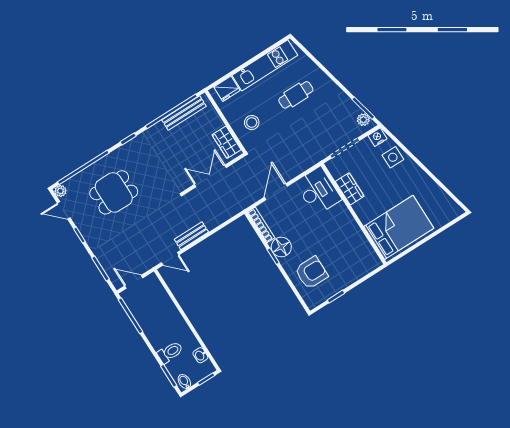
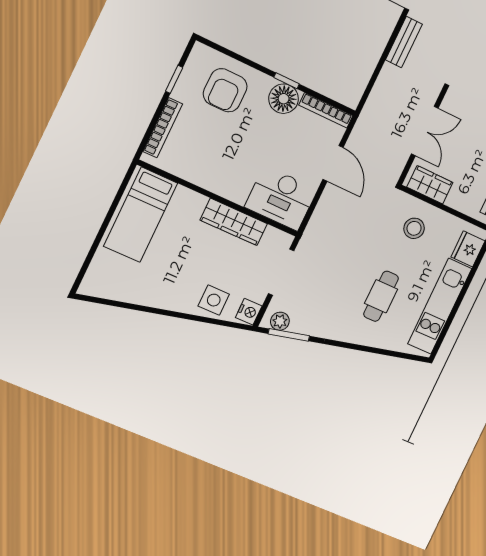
wardrobe: (350, 189) -> (234, 222), width x1.50
bed: (399, 227) -> (141, 215), width x0.67
bookcase: (359, 274) -> (163, 128), added

